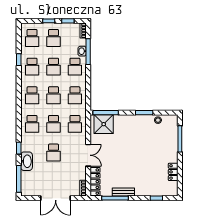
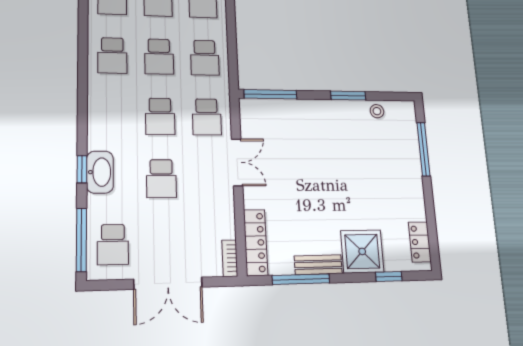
school desk: (32, 124) -> (113, 244), moved
shower: (104, 124) -> (362, 251), moved
double door: (88, 155) -> (237, 162), moved
washbasin: (27, 161) -> (100, 172), moved
locker: (173, 172) -> (420, 242), moved

